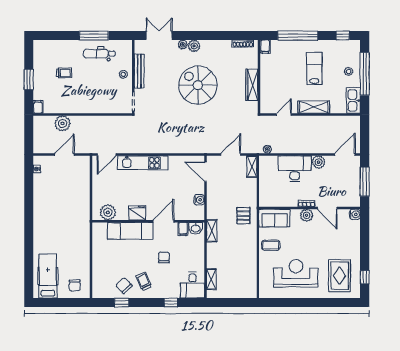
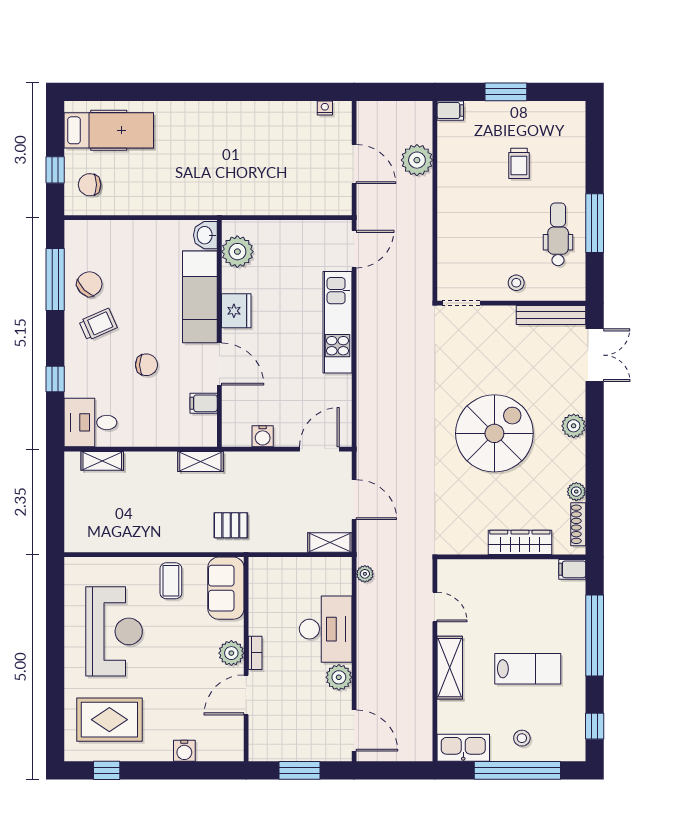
plant: (183, 45) -> (576, 492), moved
bench: (139, 71) -> (551, 315), moved
wardrobe: (252, 85) -> (520, 542), moved
door: (107, 155) -> (354, 249), swing flipped
window: (365, 182) -> (299, 770), width x0.69
water cooler: (355, 214) -> (184, 751), moved
washbasin: (196, 228) -> (205, 235), moved
window: (67, 302) -> (55, 170), added
window: (122, 302) -> (55, 279), width x2.17

